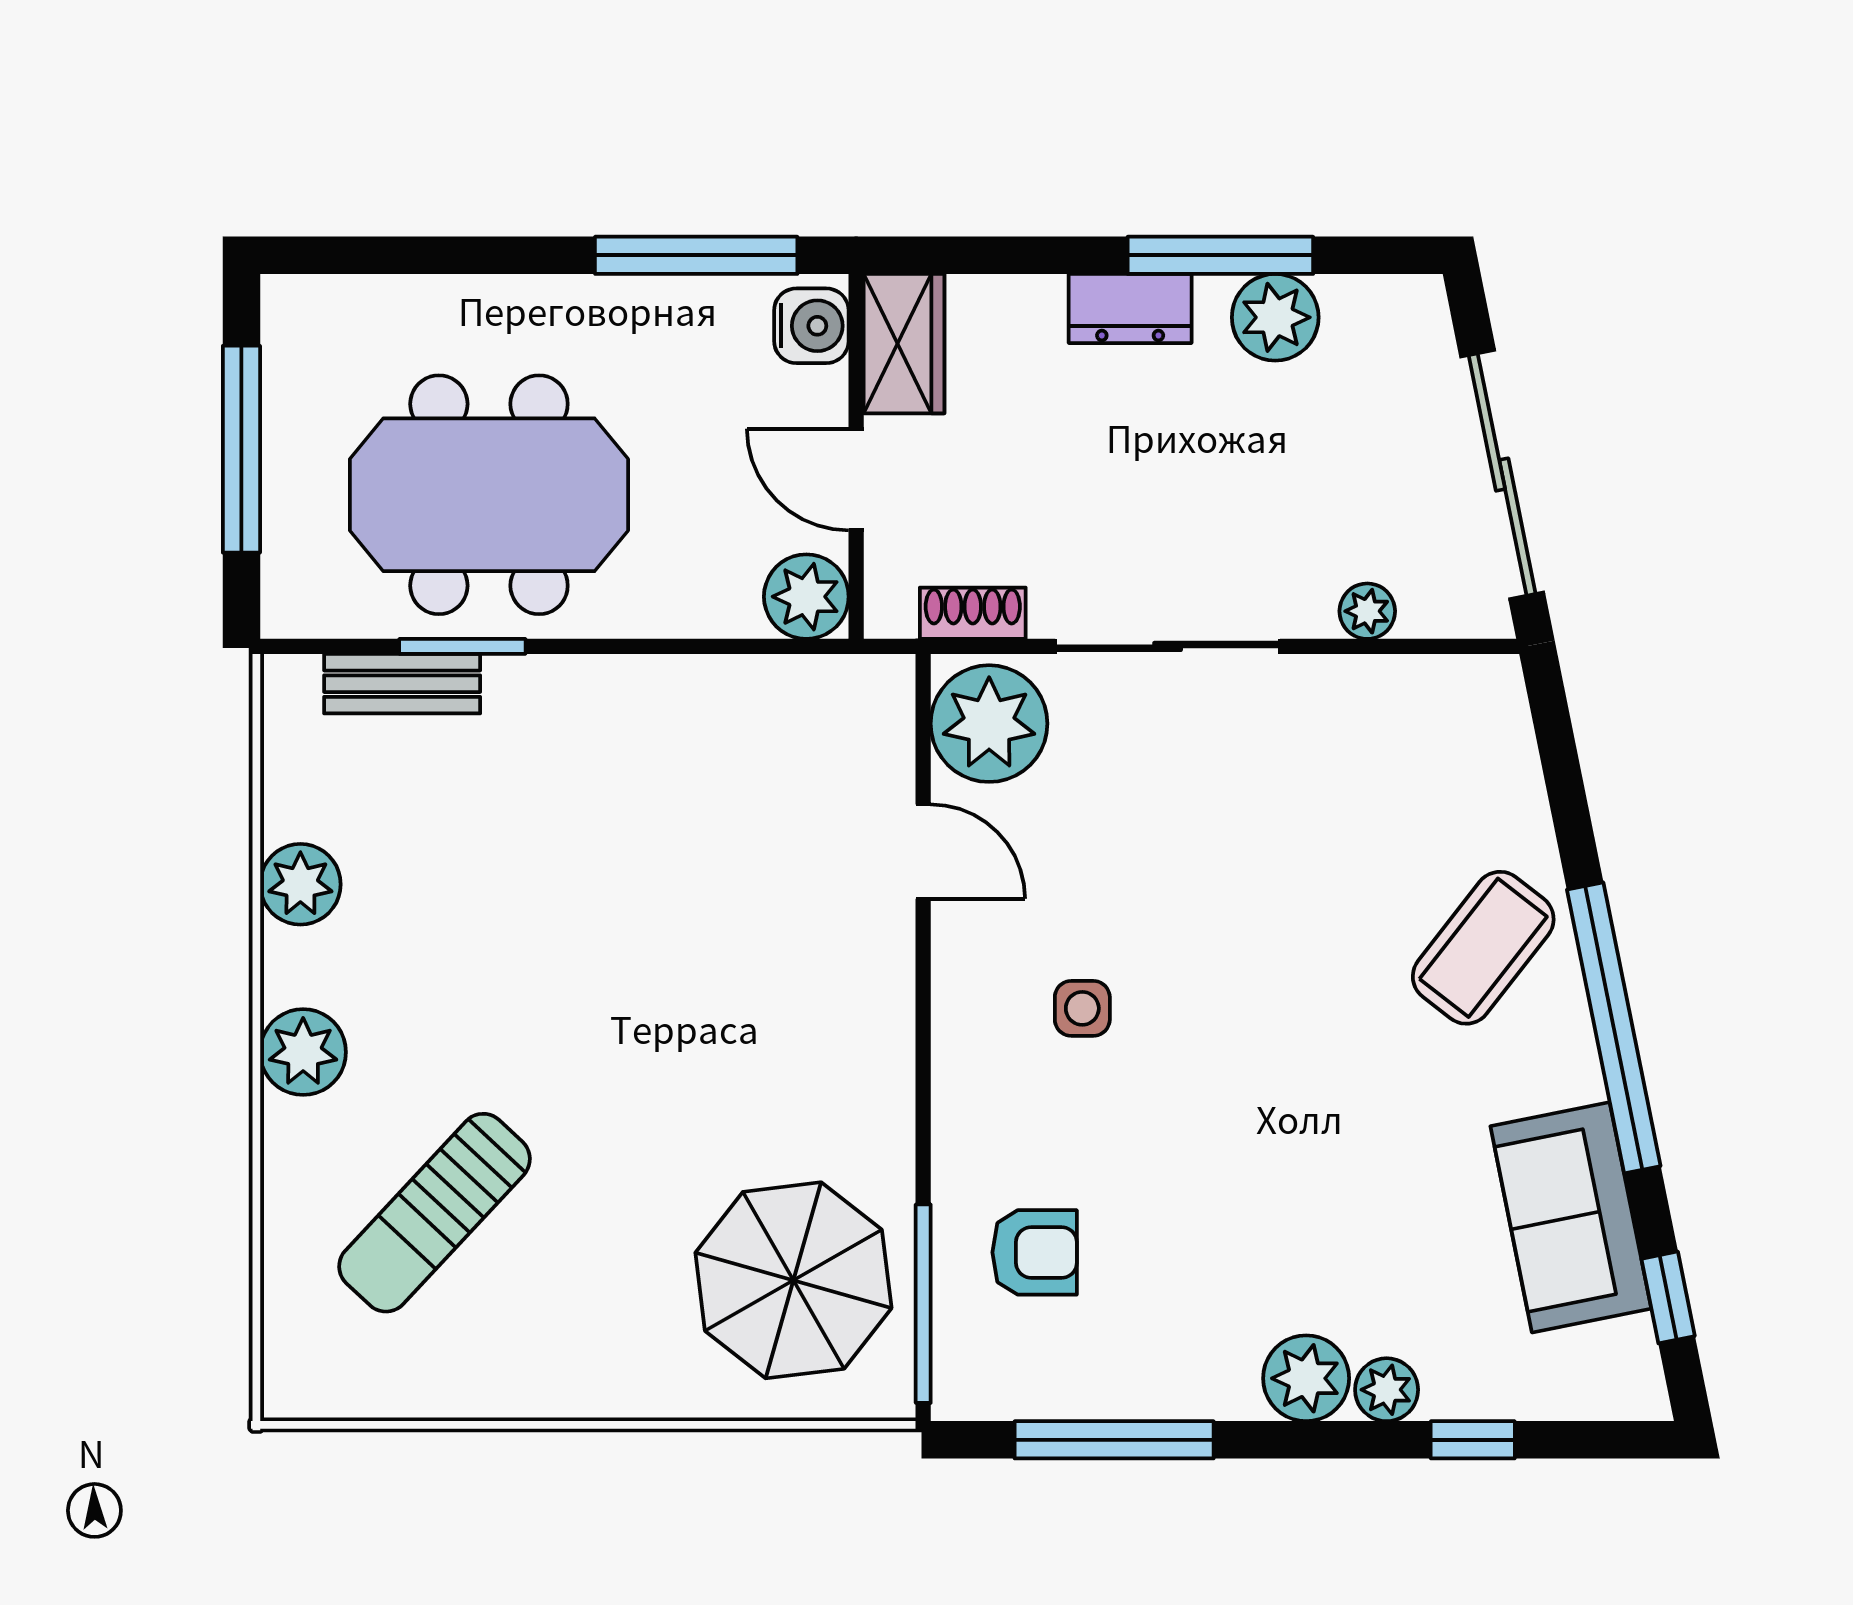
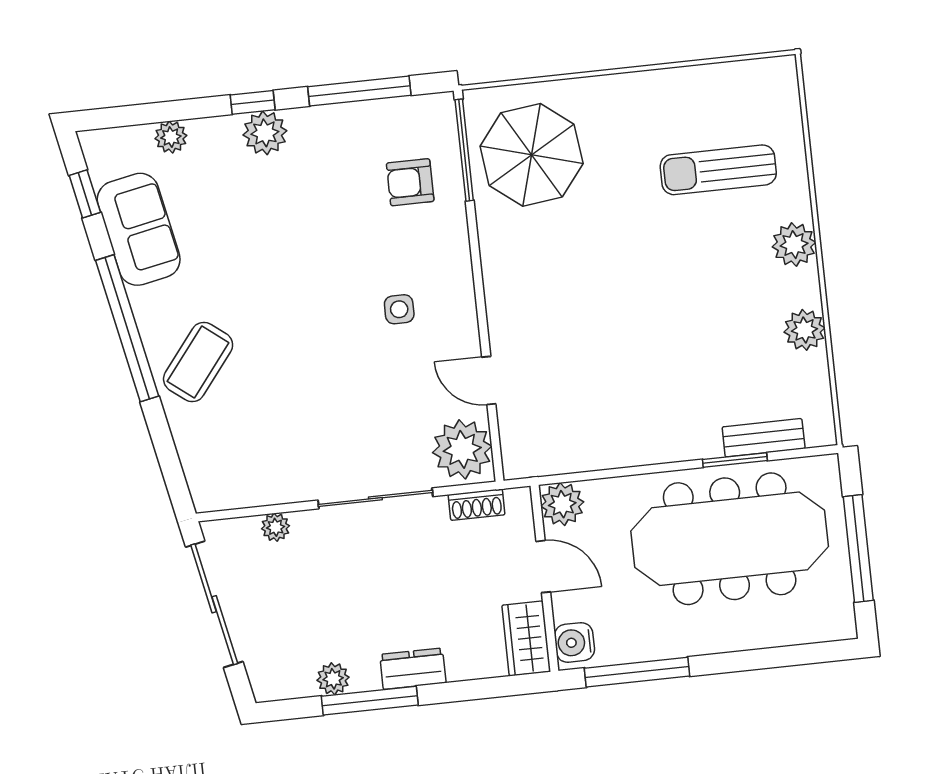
plant: (1275, 317) -> (333, 679), width x0.73, depth x0.73
meeting table: (489, 495) -> (730, 539), width x1.36
sun lounger: (435, 1213) -> (718, 170), turned -133
plant: (1387, 1390) -> (171, 137), moved
window: (1473, 1440) -> (253, 102), moved

